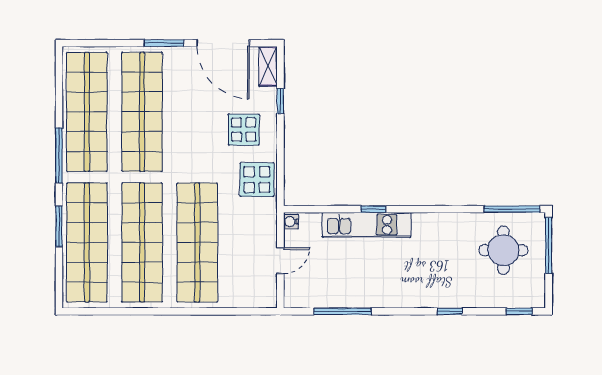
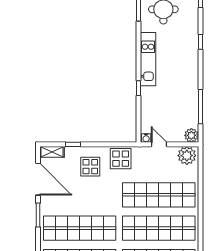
door: (223, 43) -> (38, 179), hinge flipped
kitchen unit: (367, 225) -> (148, 59), moved
door: (280, 261) -> (159, 144), moved
plant: (262, 289) -> (187, 156), added
plant: (295, 297) -> (191, 135), added

